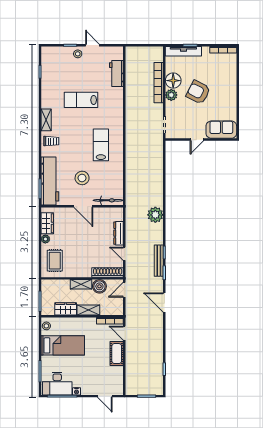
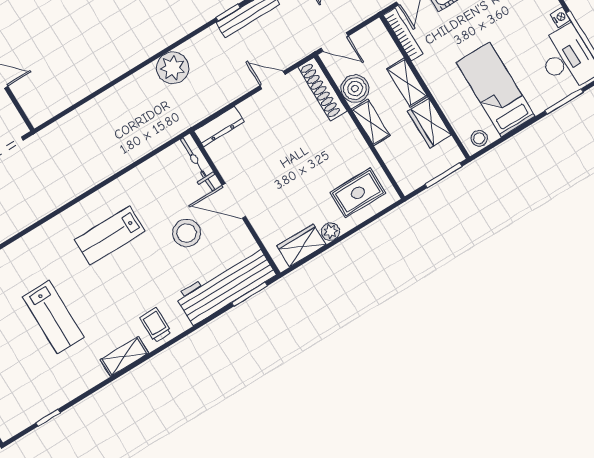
door: (83, 206) -> (234, 201), swing flipped
dresser: (119, 233) -> (219, 127), moved
door: (124, 254) -> (272, 80), swing flipped

